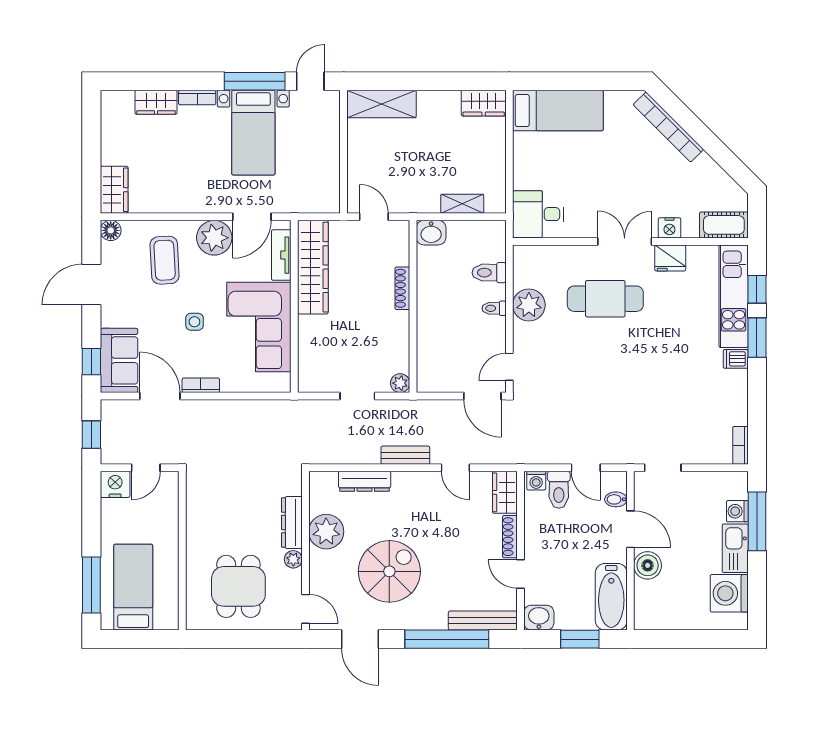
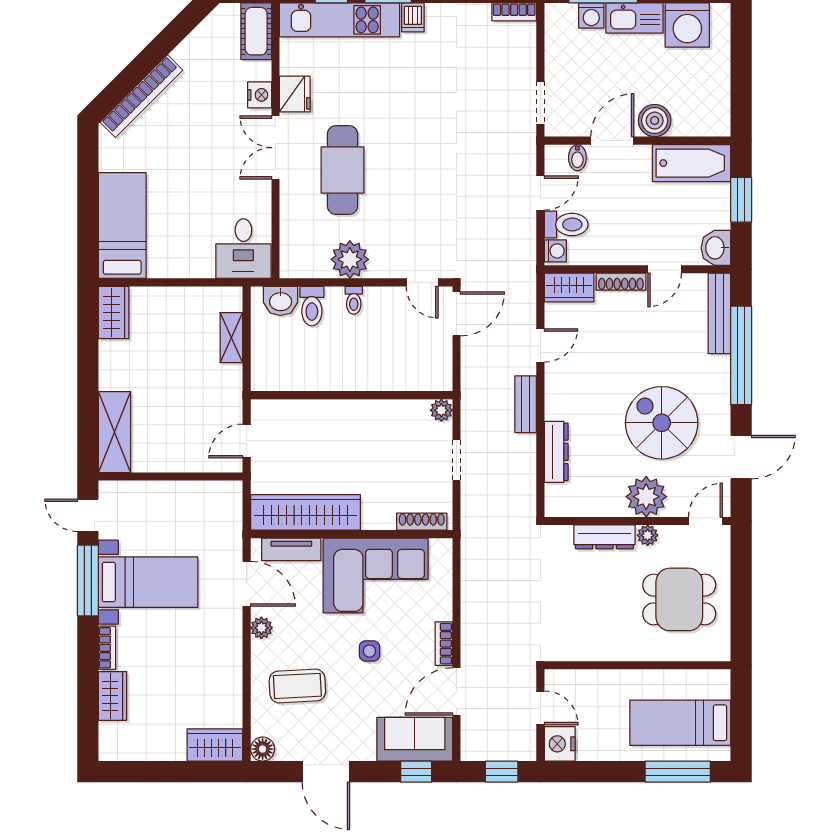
washbasin: (431, 233) -> (281, 301), moved, turned 90
plant: (214, 238) -> (261, 628), width x0.53, depth x0.53
shoe rack: (402, 288) -> (422, 522), moved, turned 180
plant: (326, 532) -> (646, 497), moved

